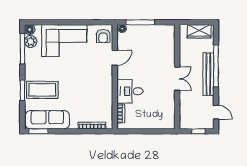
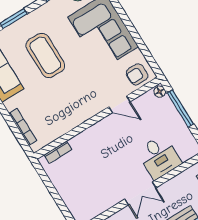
coffee table: (42, 90) -> (45, 55), moved
desk: (130, 91) -> (159, 157), moved, turned 180

